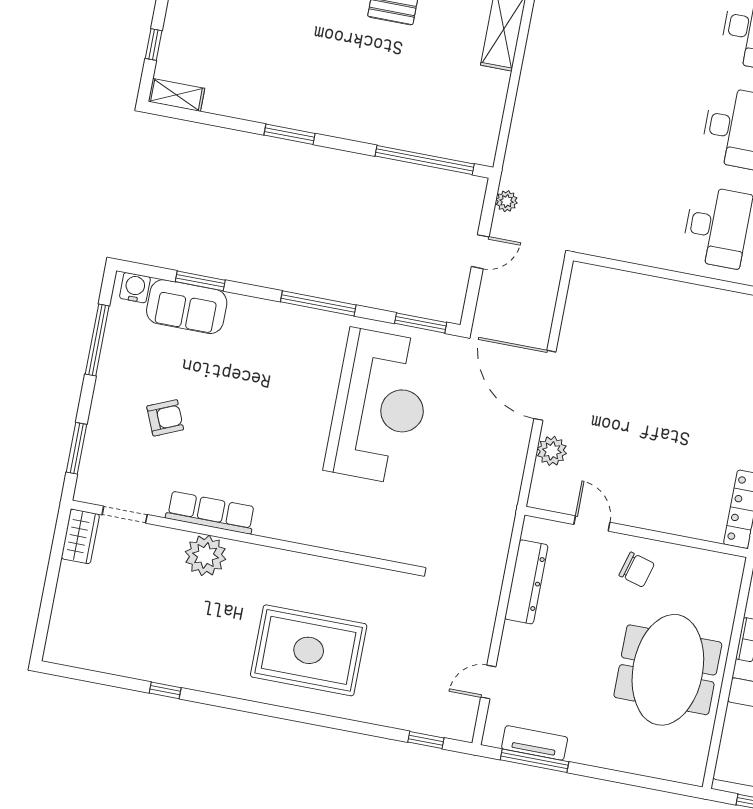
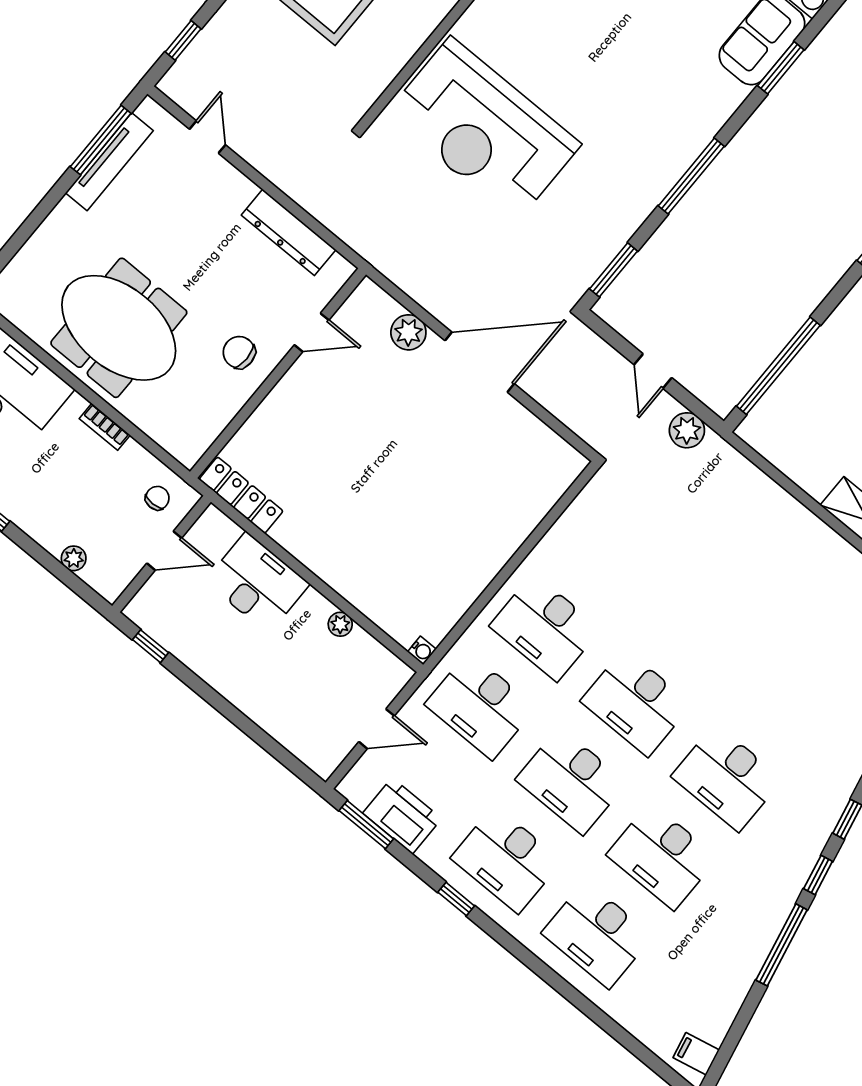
plant: (507, 201) -> (687, 430), width x1.38, depth x1.38
reception desk: (380, 407) -> (484, 129), moved
chair: (637, 570) -> (239, 352), turned 74
tv unit: (535, 743) -> (109, 162), width x1.41

